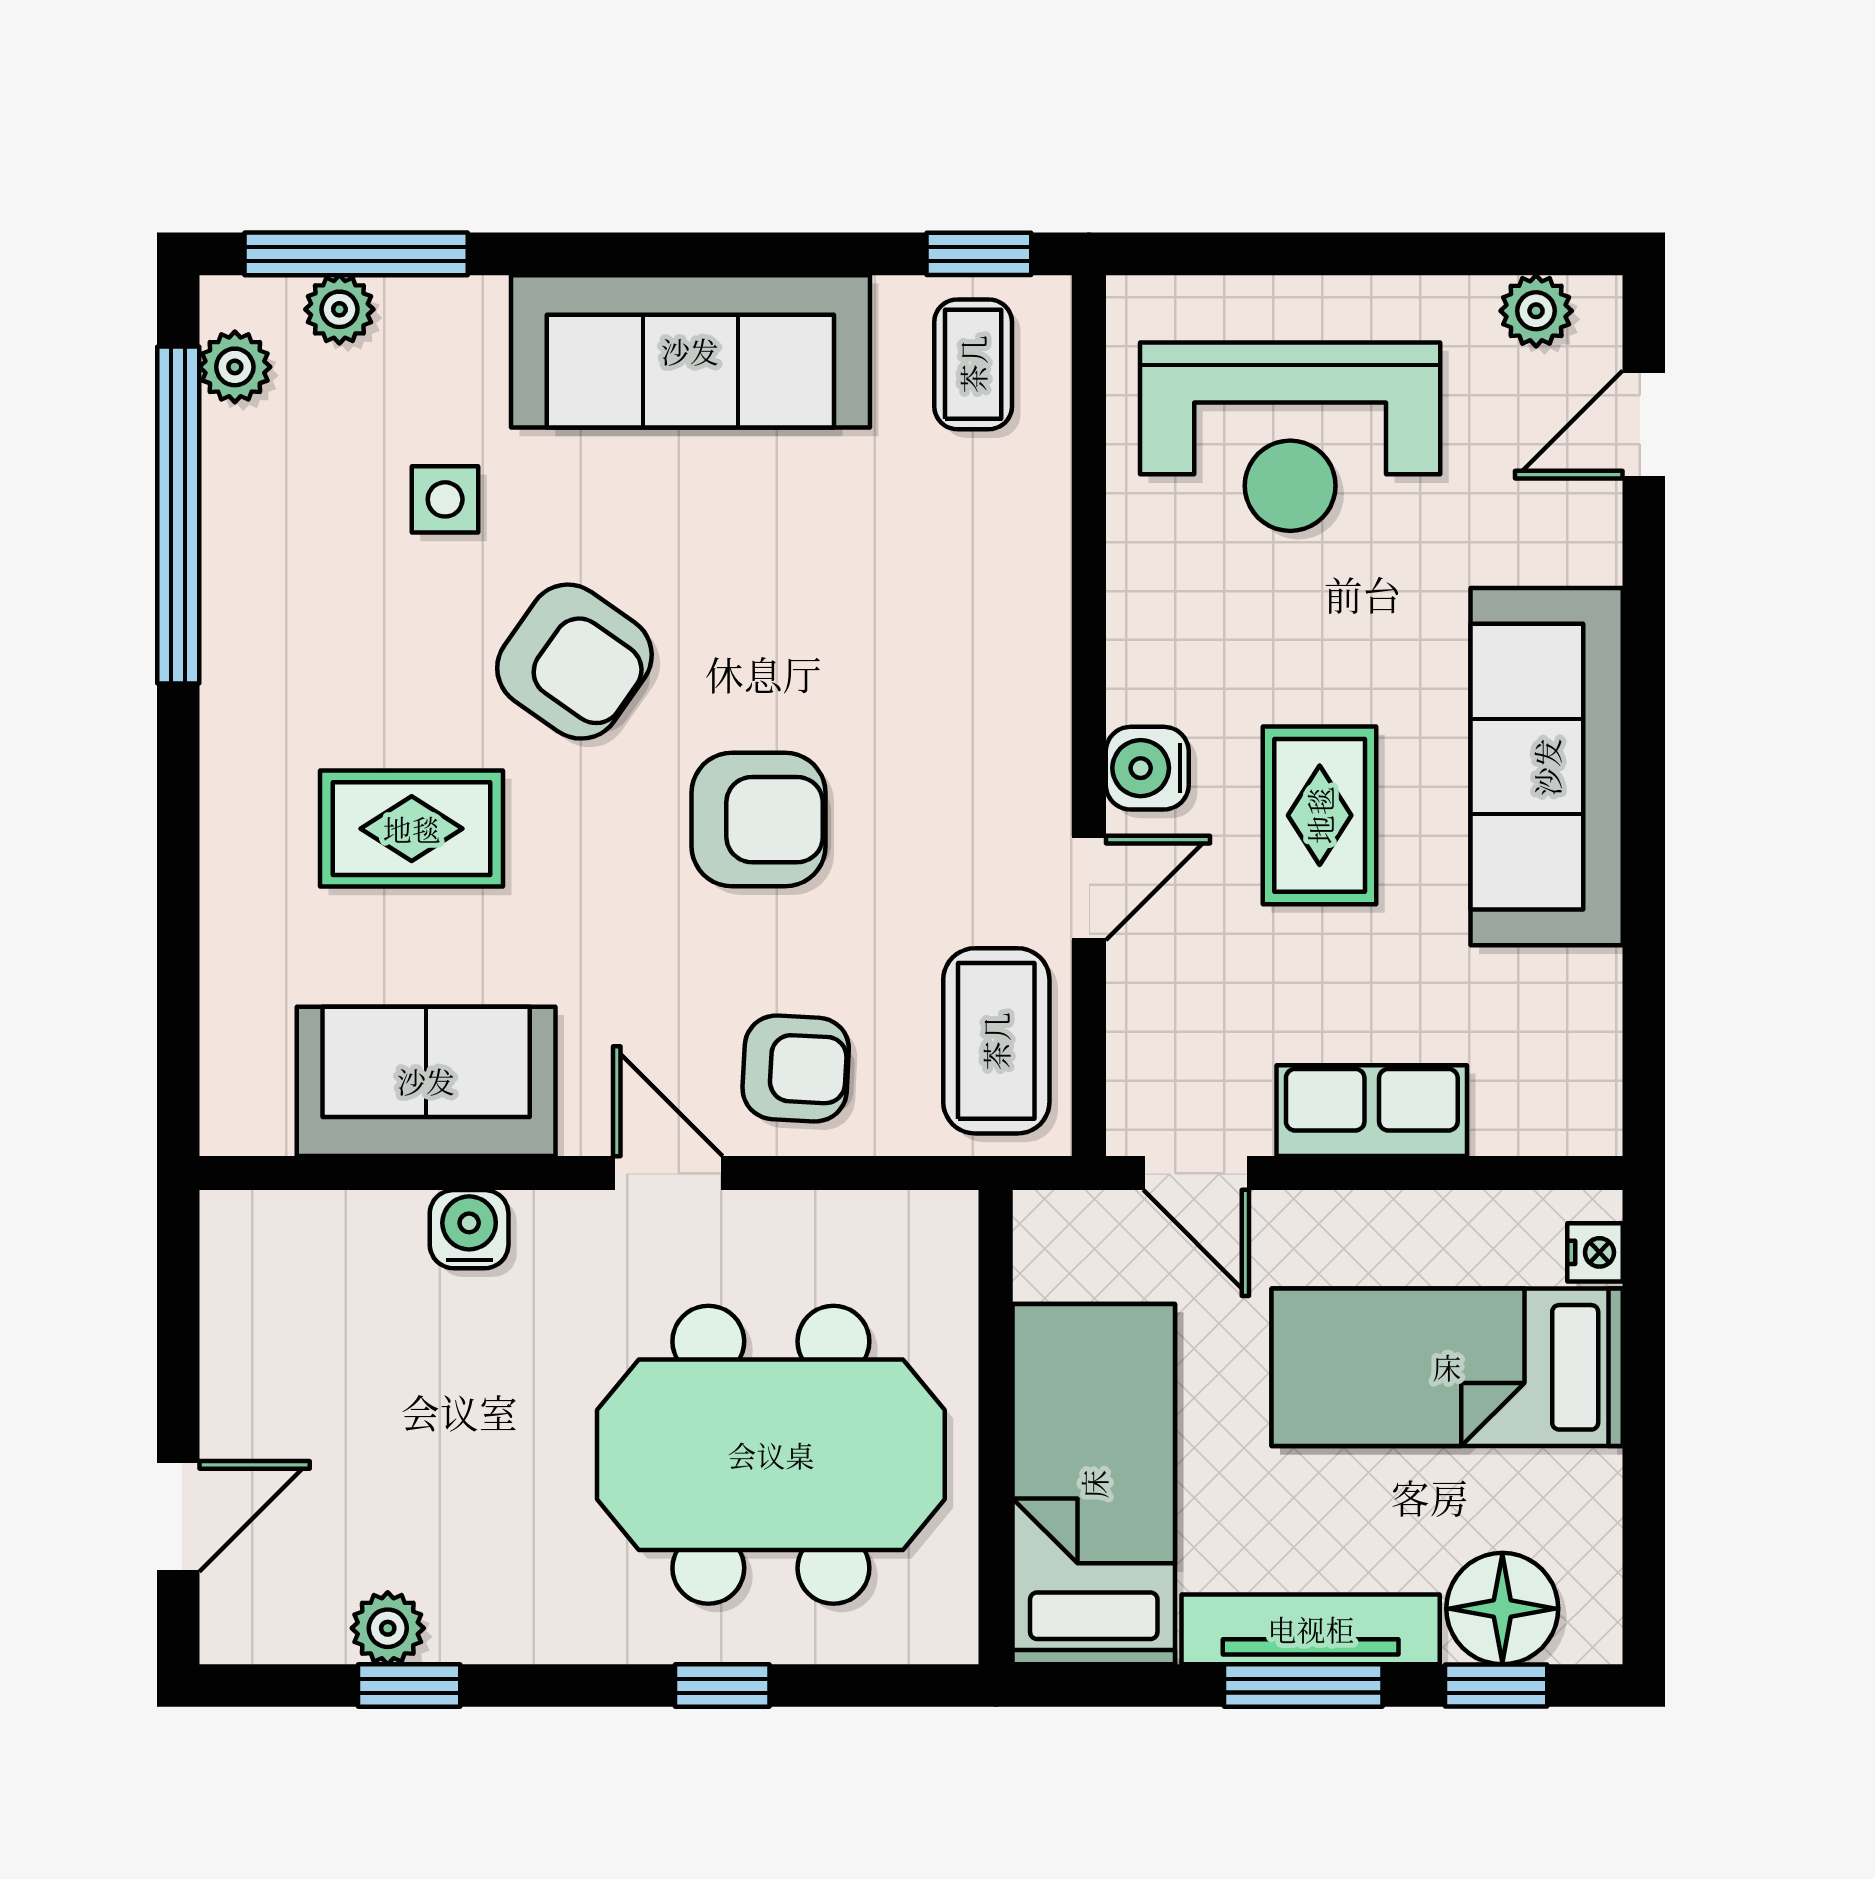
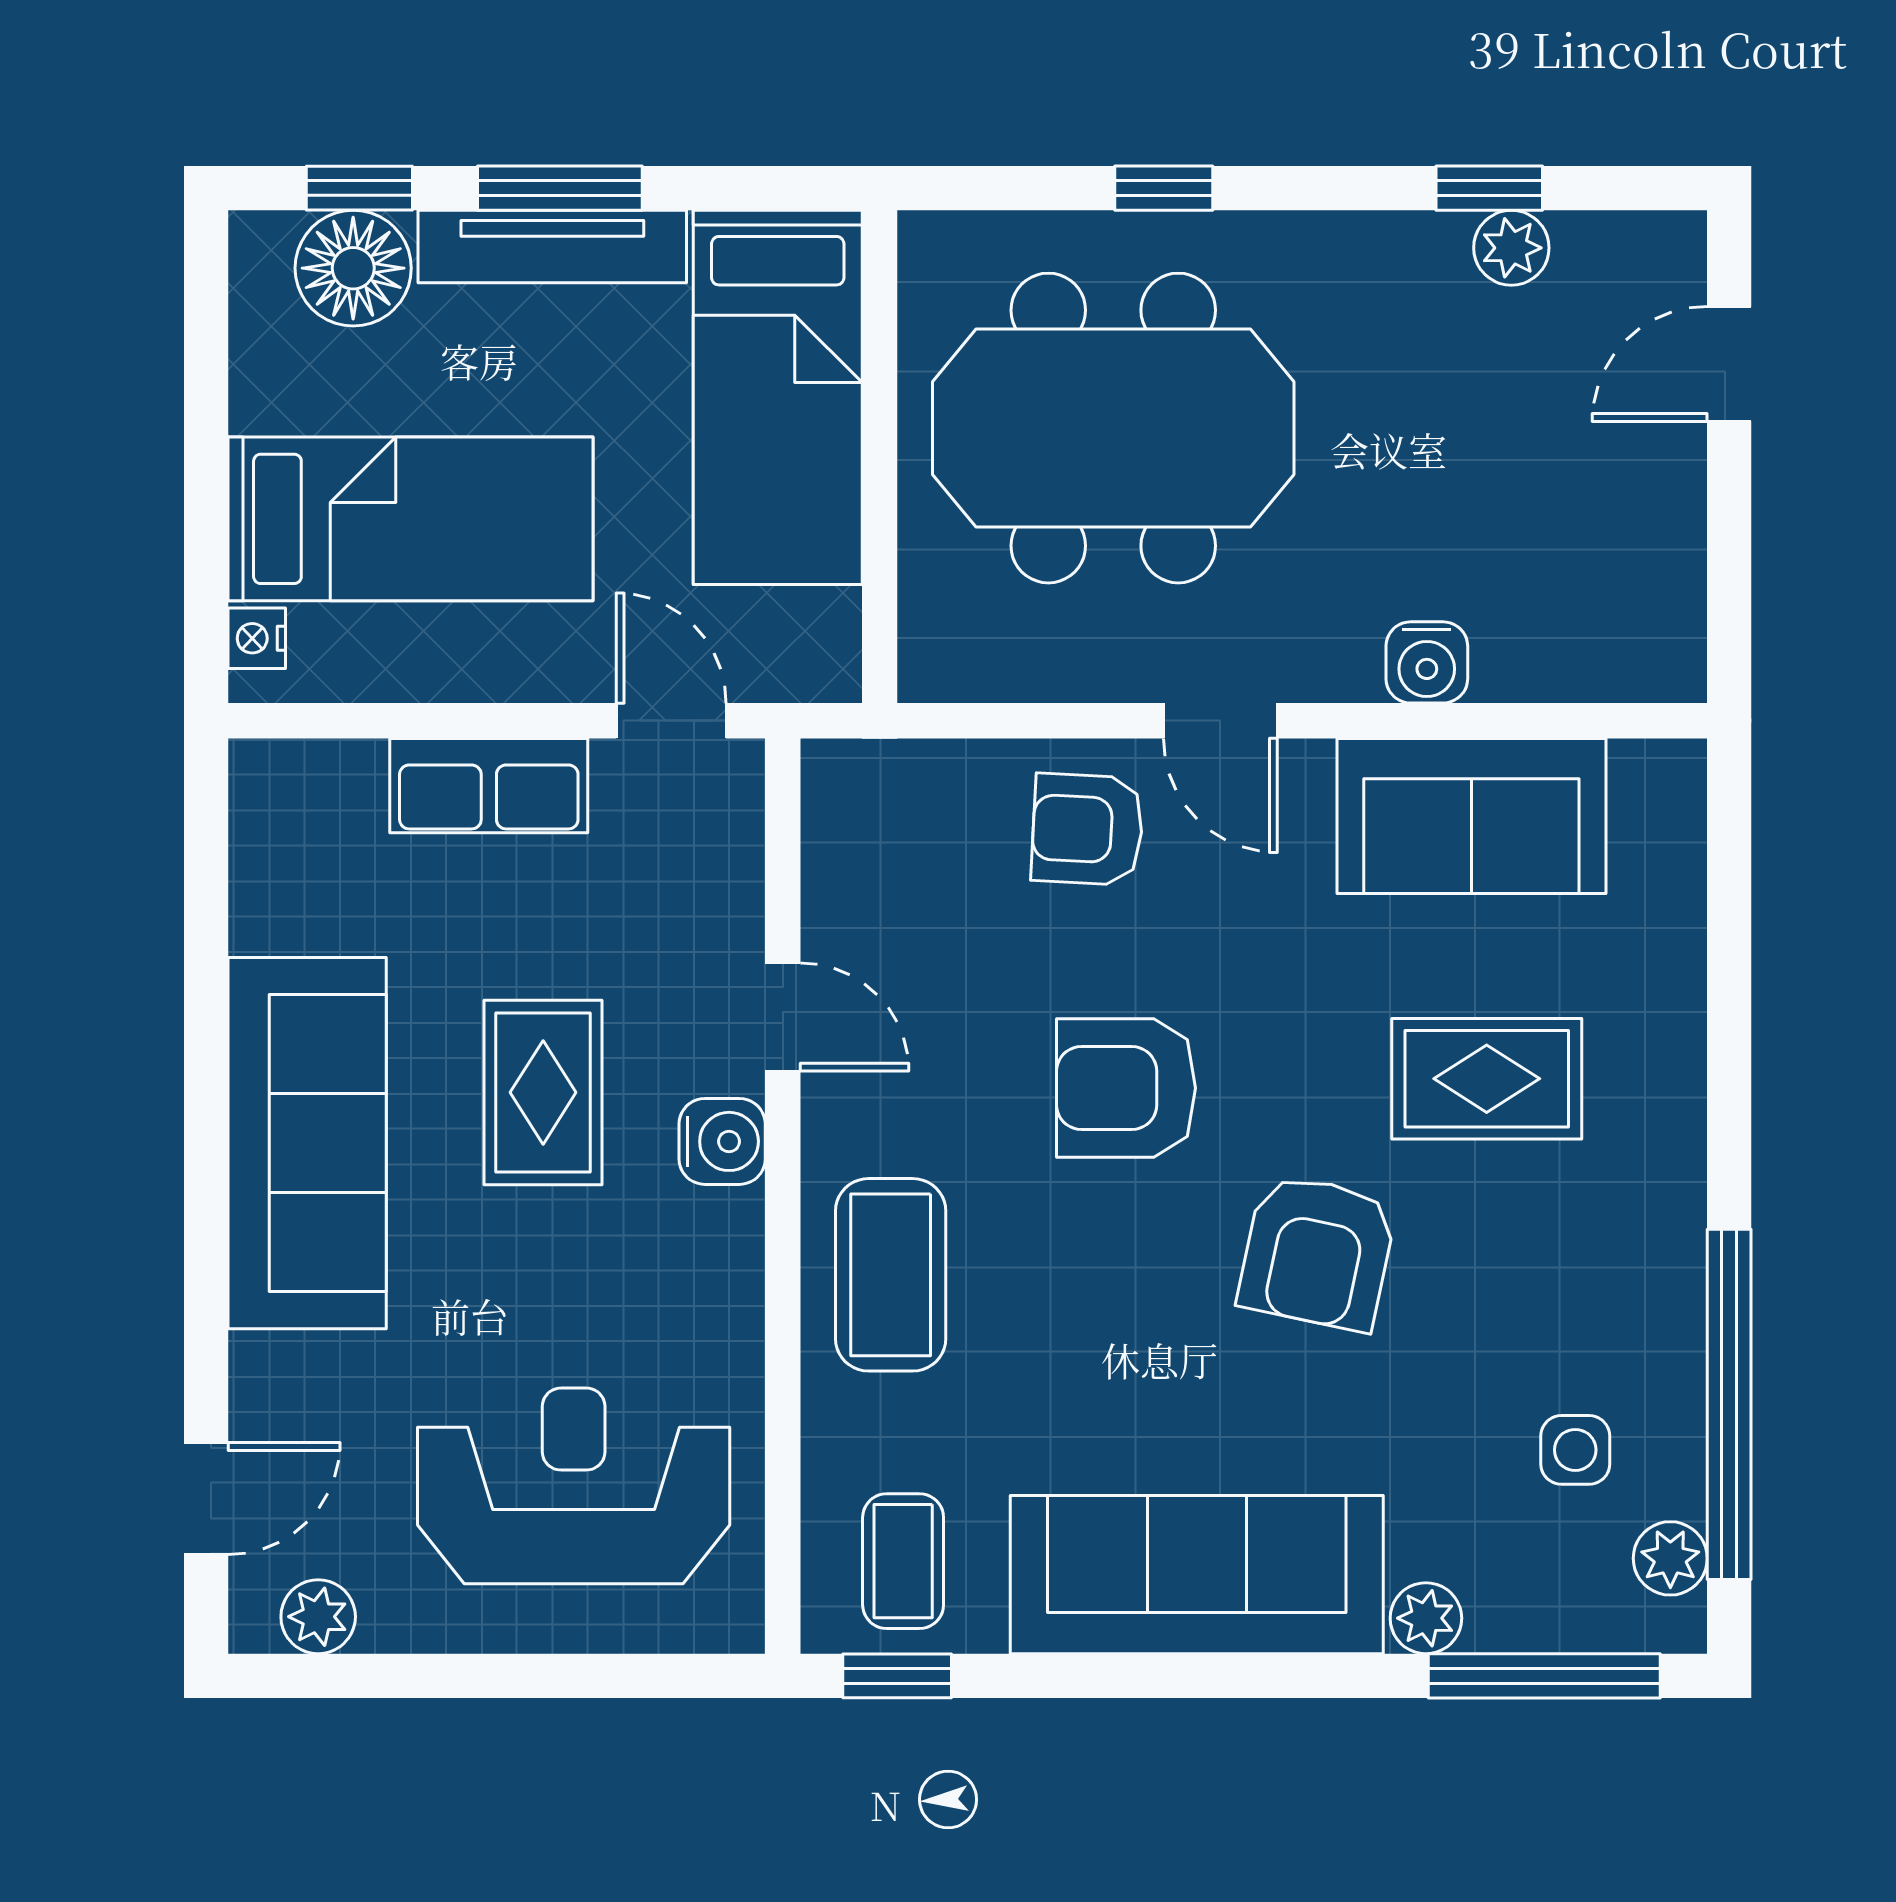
plant: (339, 309) -> (1426, 1618), moved
side table: (445, 499) -> (1575, 1450), moved
armchair: (574, 662) -> (1317, 1252), turned -113
door: (1089, 888) -> (783, 1017), swing flipped
coffee table: (996, 1041) -> (891, 1275), moved

